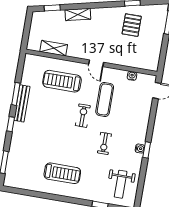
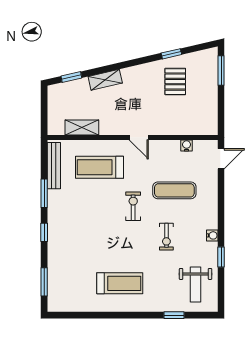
exercise mat: (105, 99) -> (174, 190), moved, turned 90
bench: (22, 103) -> (54, 166), moved
window: (147, 150) -> (221, 257), moved

